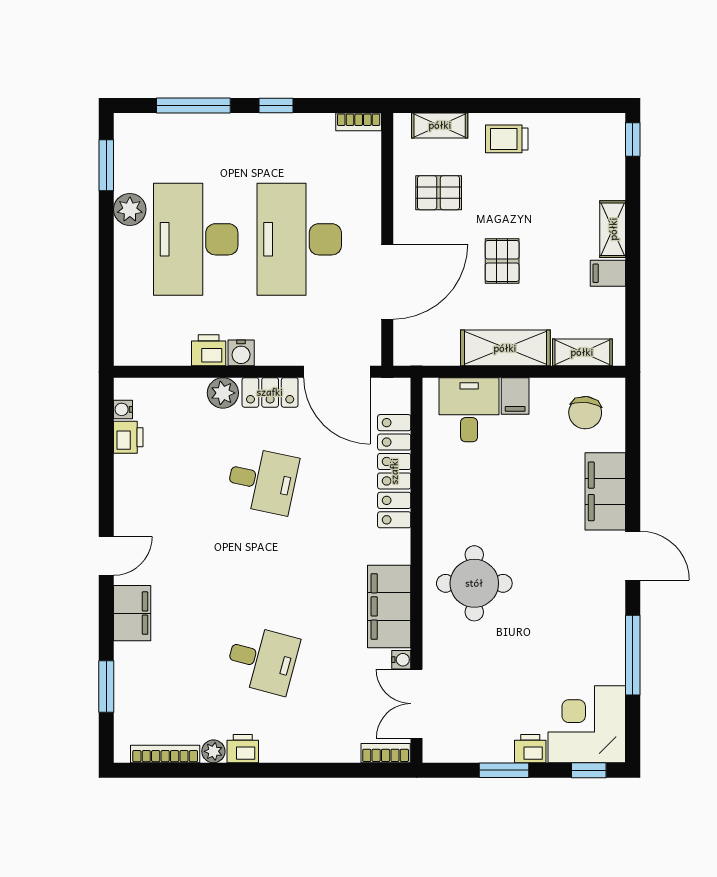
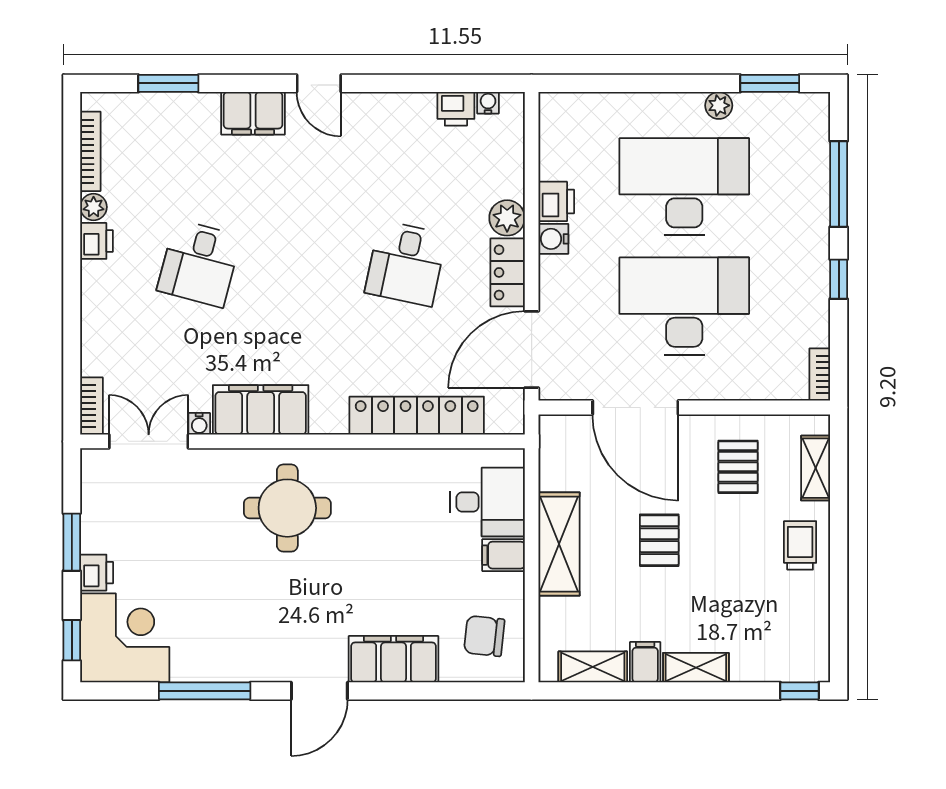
plant: (130, 209) -> (719, 105), width x0.73, depth x0.73
pallet: (502, 261) -> (659, 540), turned 90
shelving: (582, 352) -> (593, 667), moved, turned 90

